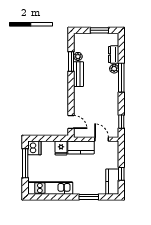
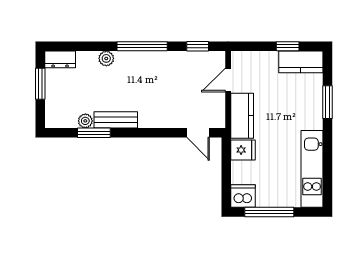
dresser: (114, 55) -> (60, 59), moved
window: (121, 78) -> (142, 46), moved
door: (71, 122) -> (198, 133), swing flipped

